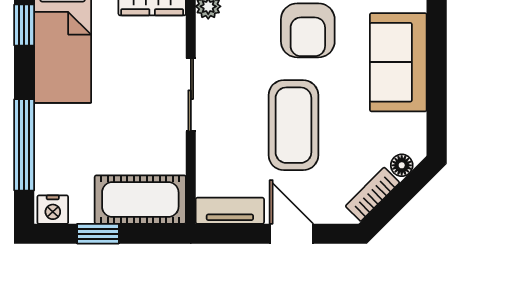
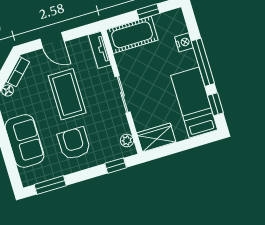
window: (24, 145) -> (203, 62), moved
nightstand: (53, 210) -> (184, 42), moved, turned 90
tv unit: (230, 211) -> (100, 50), moved, turned 90

